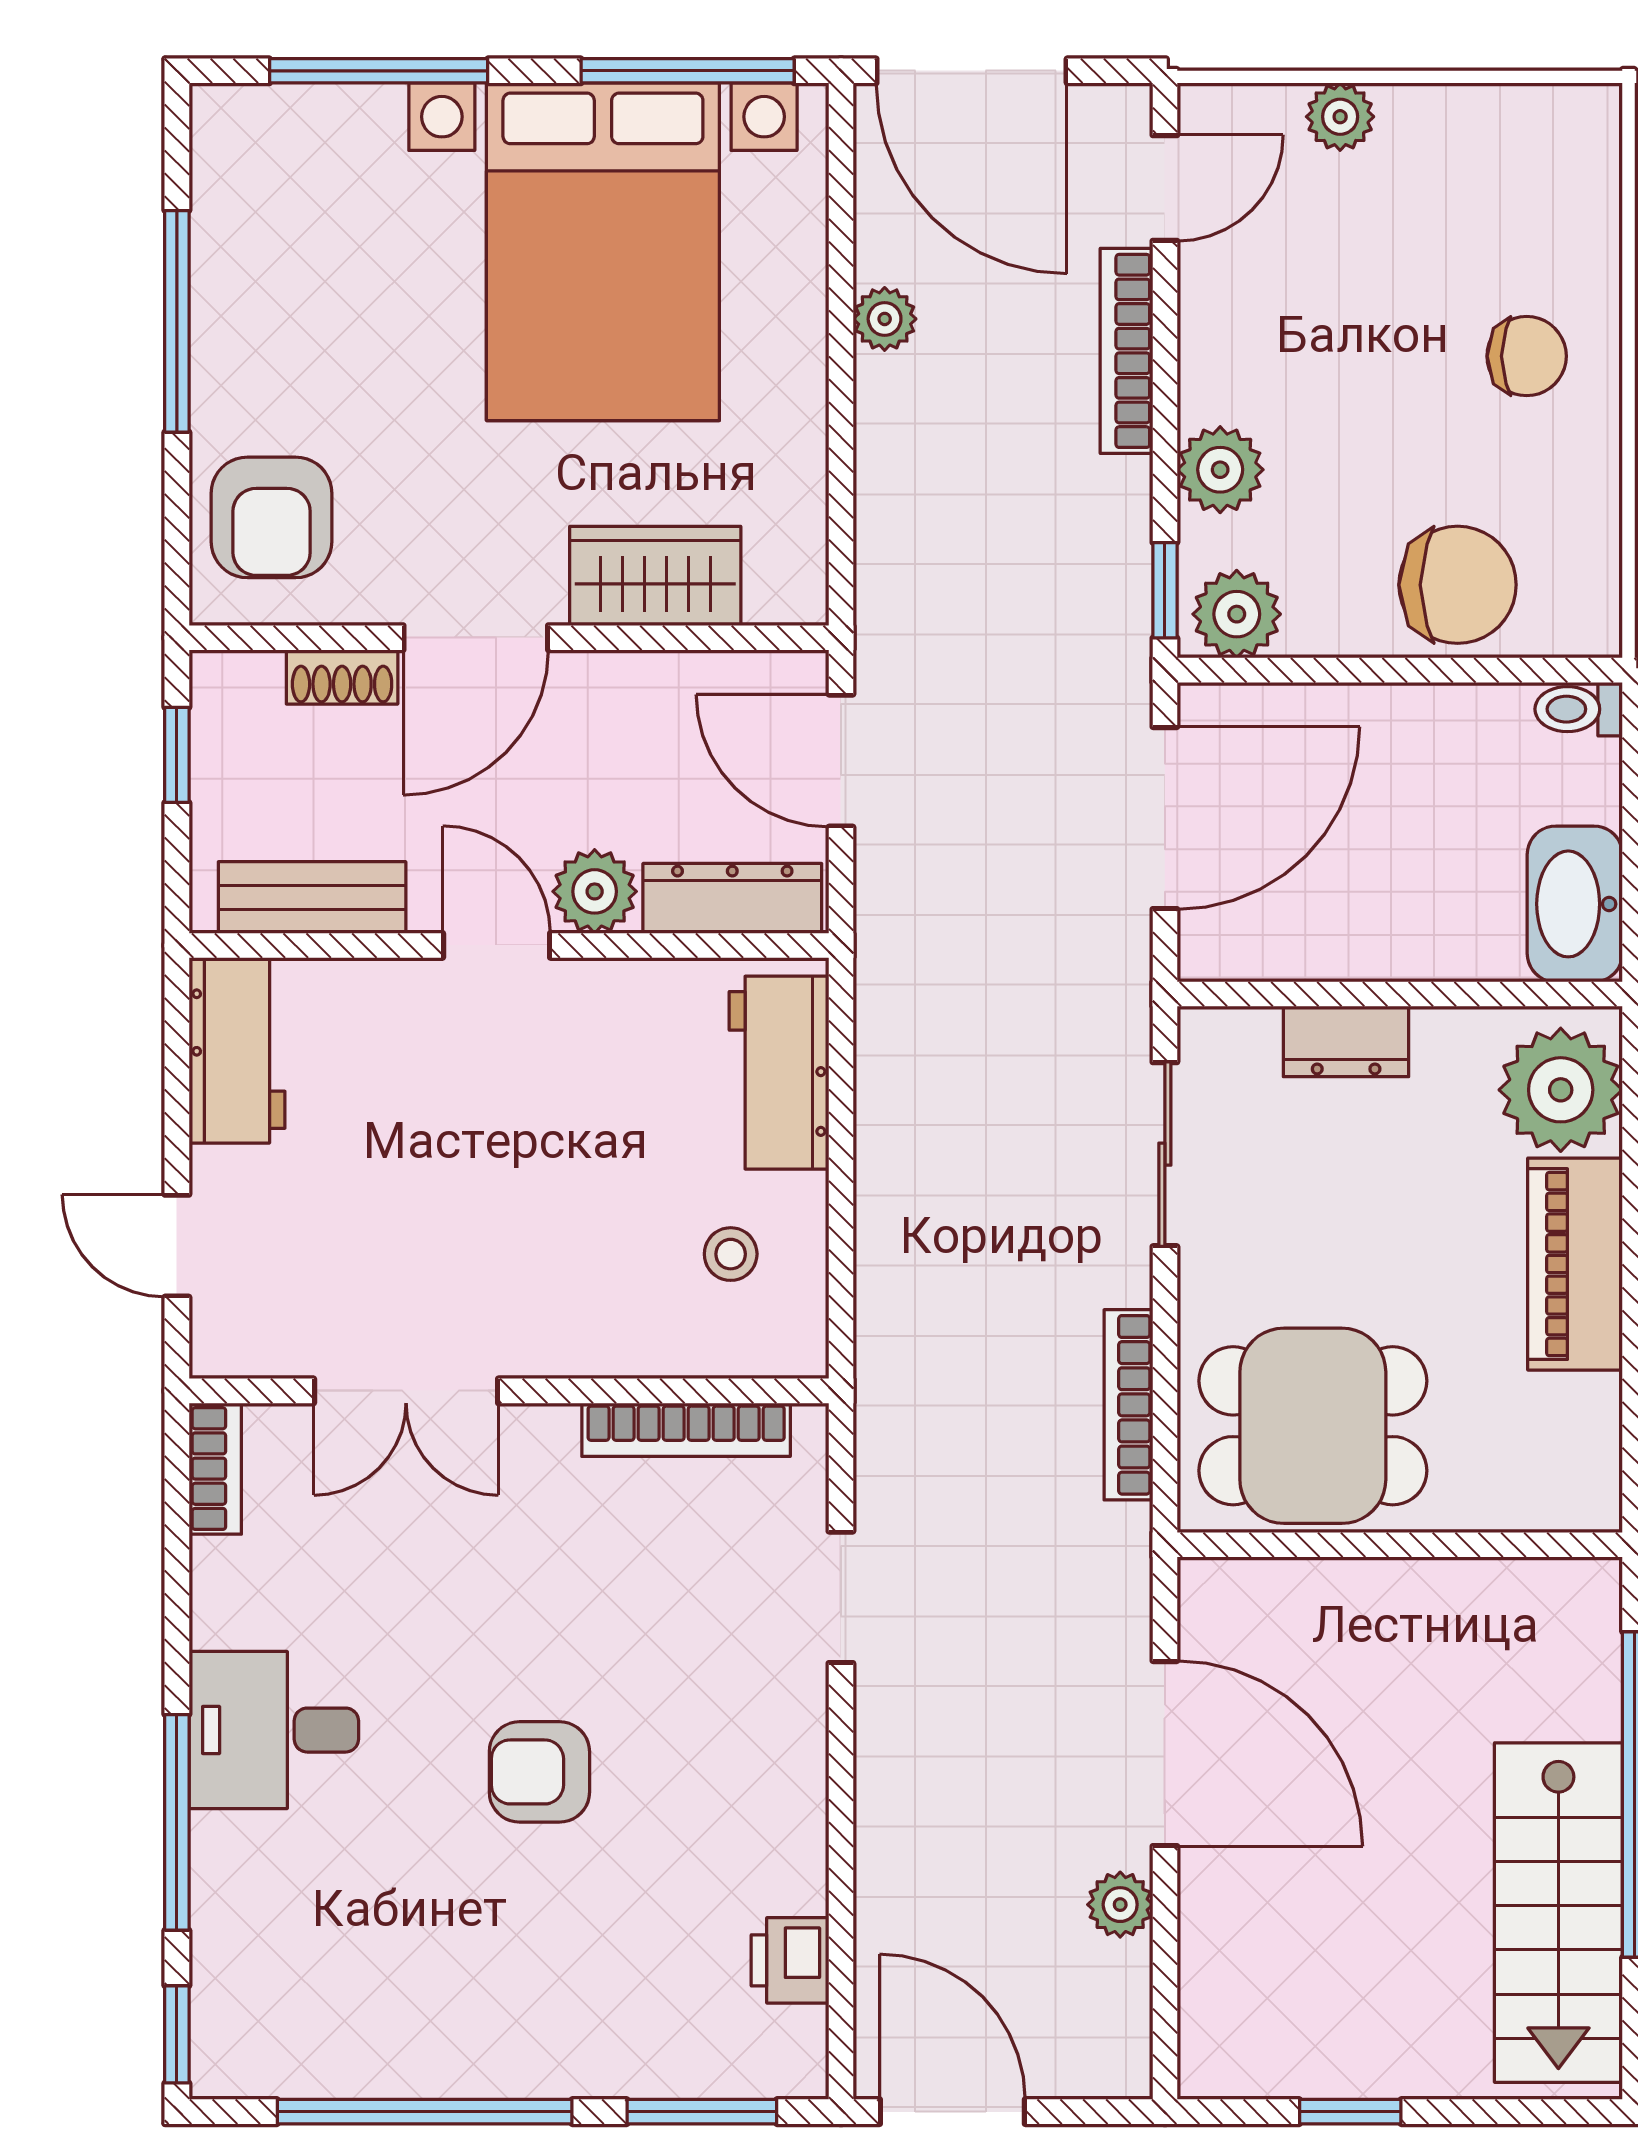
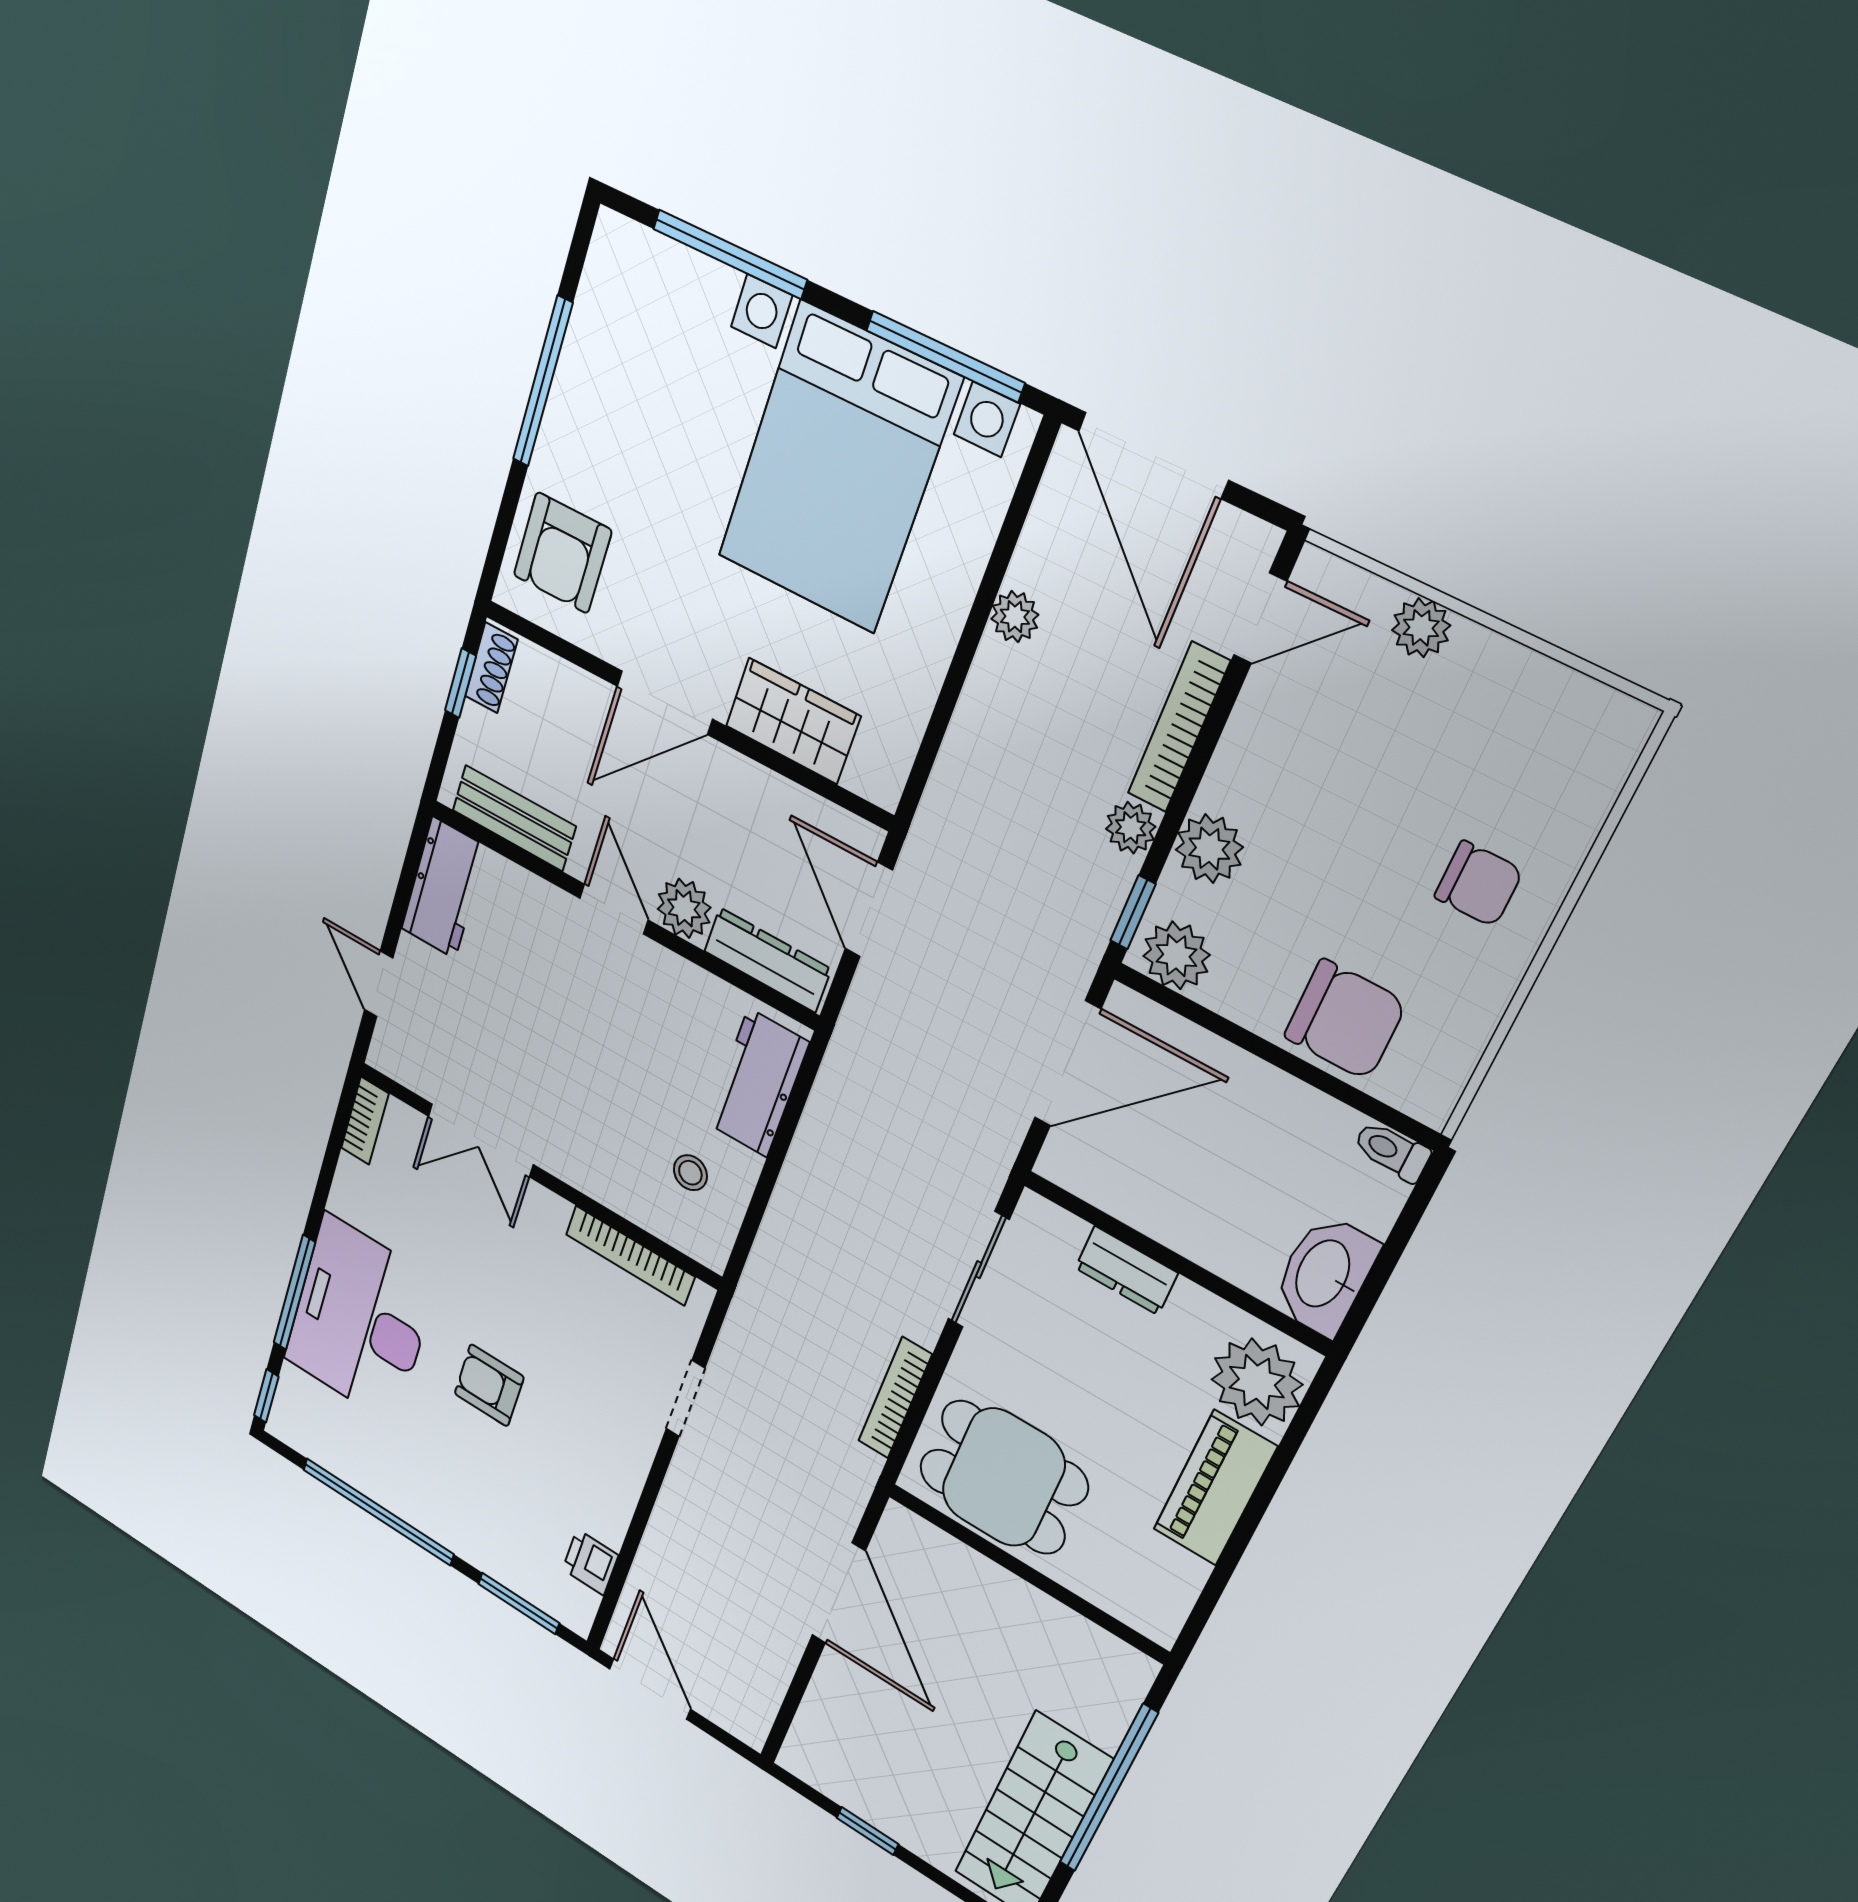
shoe rack: (342, 677) -> (491, 668), moved, turned -90
desk: (274, 1730) -> (360, 1320), width x1.87, depth x1.30
plant: (1120, 1905) -> (1131, 828), moved

